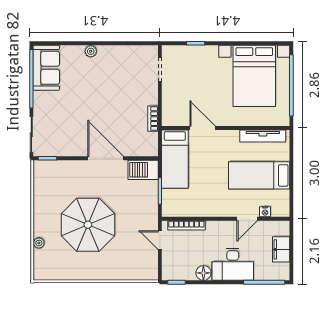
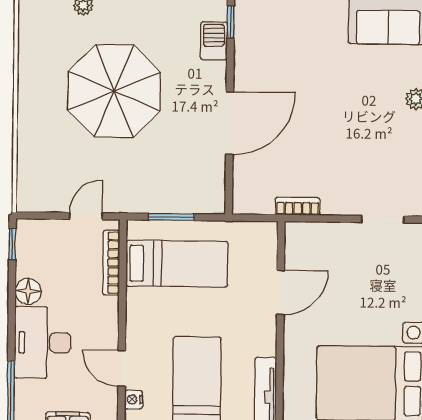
bed: (175, 159) -> (177, 264), moved, turned 180
barbecue: (143, 170) -> (214, 41), moved, width x0.73, depth x0.79

